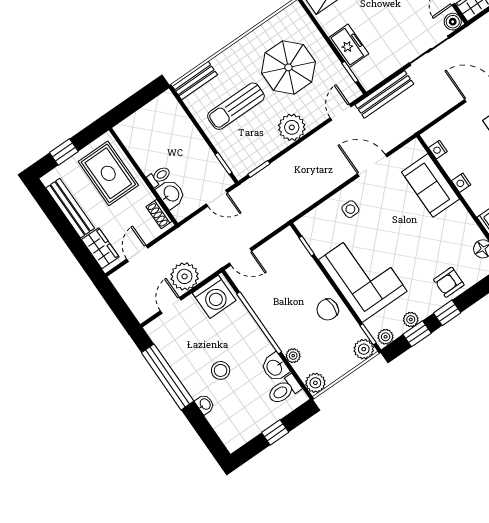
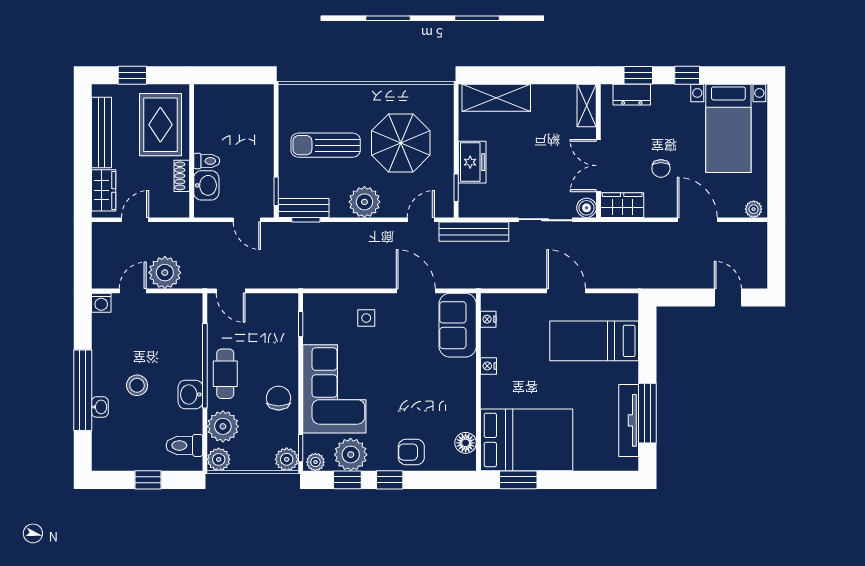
bench: (195, 80) -> (304, 208), moved
sofa: (430, 185) -> (458, 325), moved
shoe rack: (159, 214) -> (182, 176), moved
washing machine: (214, 297) -> (101, 303), moved, width x0.53, depth x0.53
chair: (328, 310) -> (279, 398), turned 90
cafe table: (278, 319) -> (225, 374), added
plant: (411, 319) -> (351, 455), width x1.88, depth x1.88
plant: (293, 356) -> (223, 426), width x1.87, depth x1.87
washbasin: (275, 367) -> (190, 394), moved
window: (168, 377) -> (83, 390), moved

